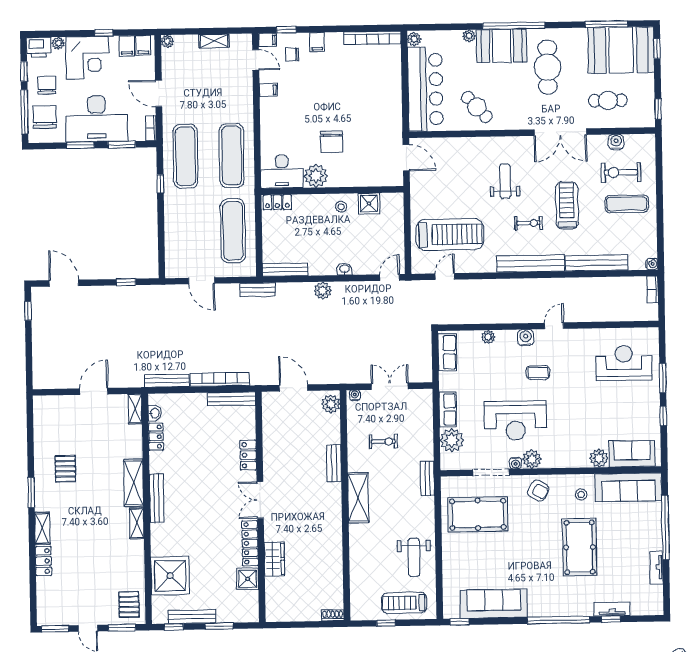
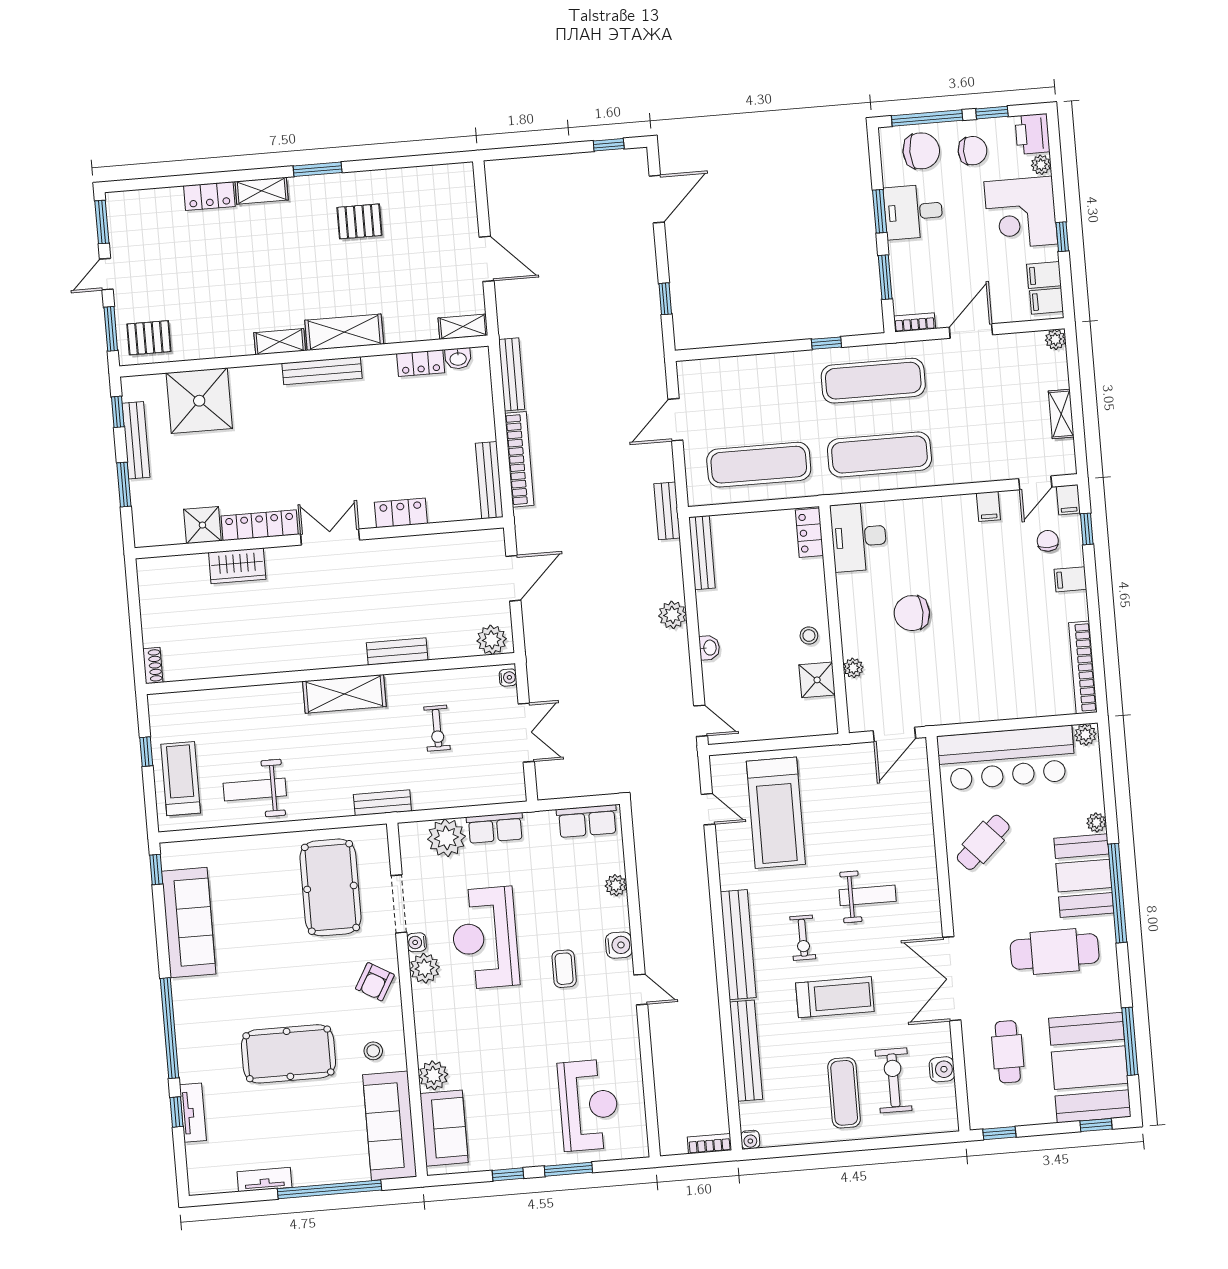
desk: (97, 119) -> (913, 212), width x0.53, depth x0.77
plant: (316, 176) -> (853, 668), moved, width x0.53, depth x0.53

